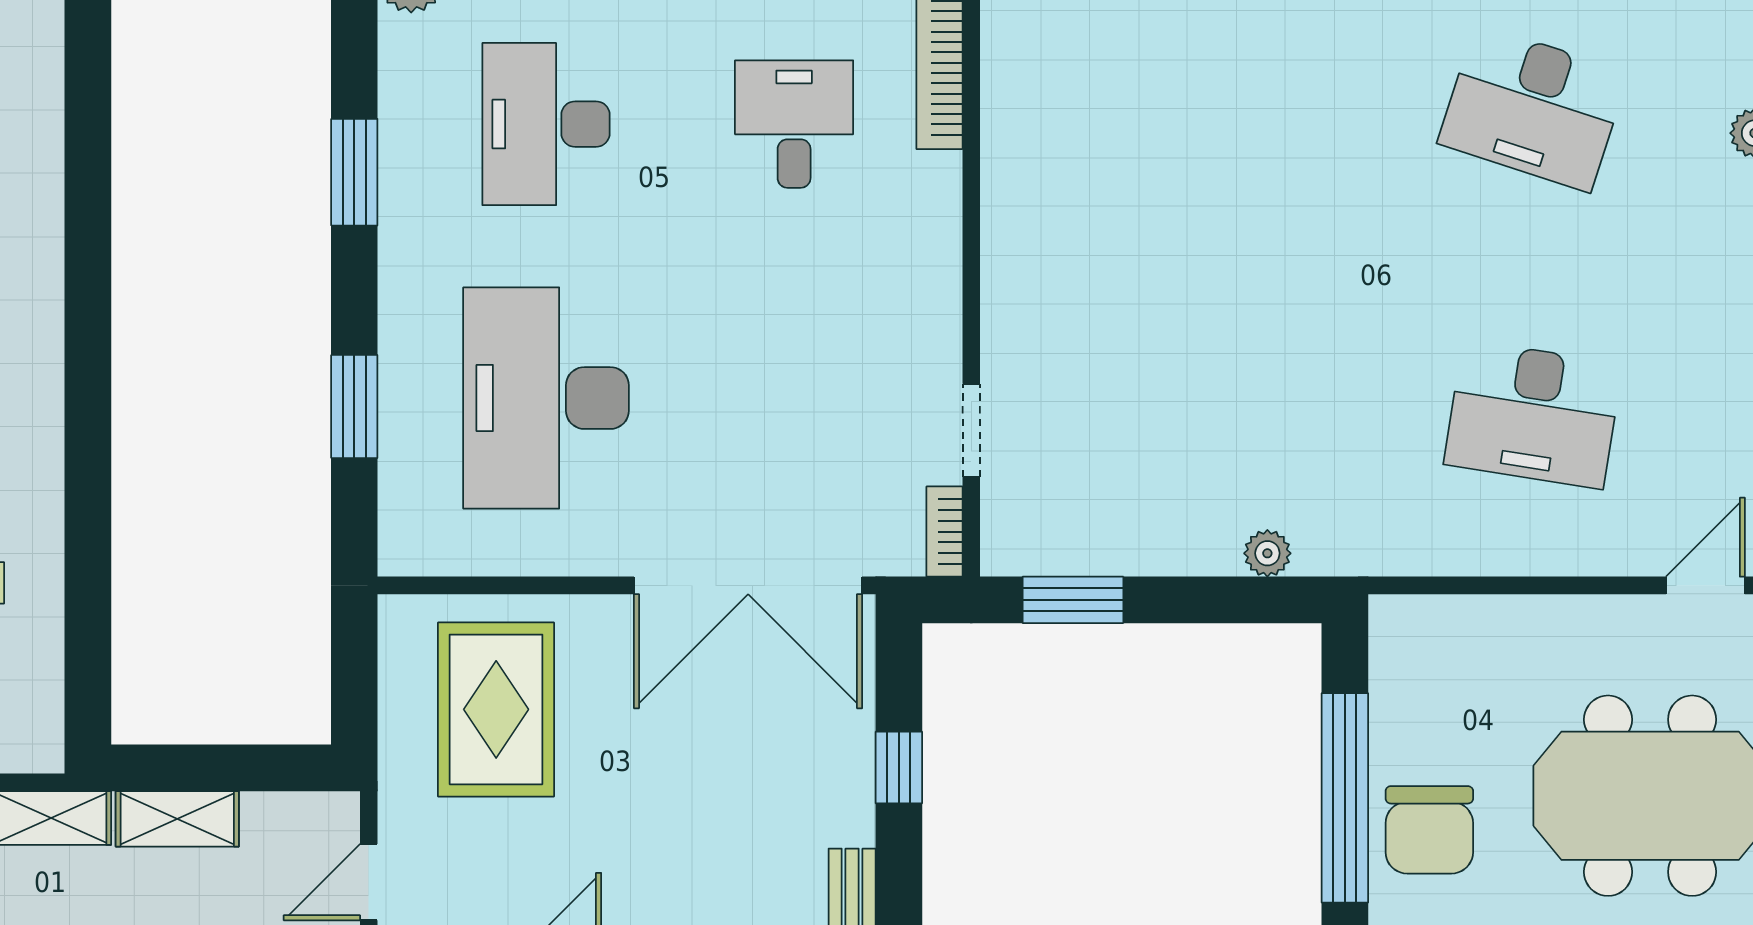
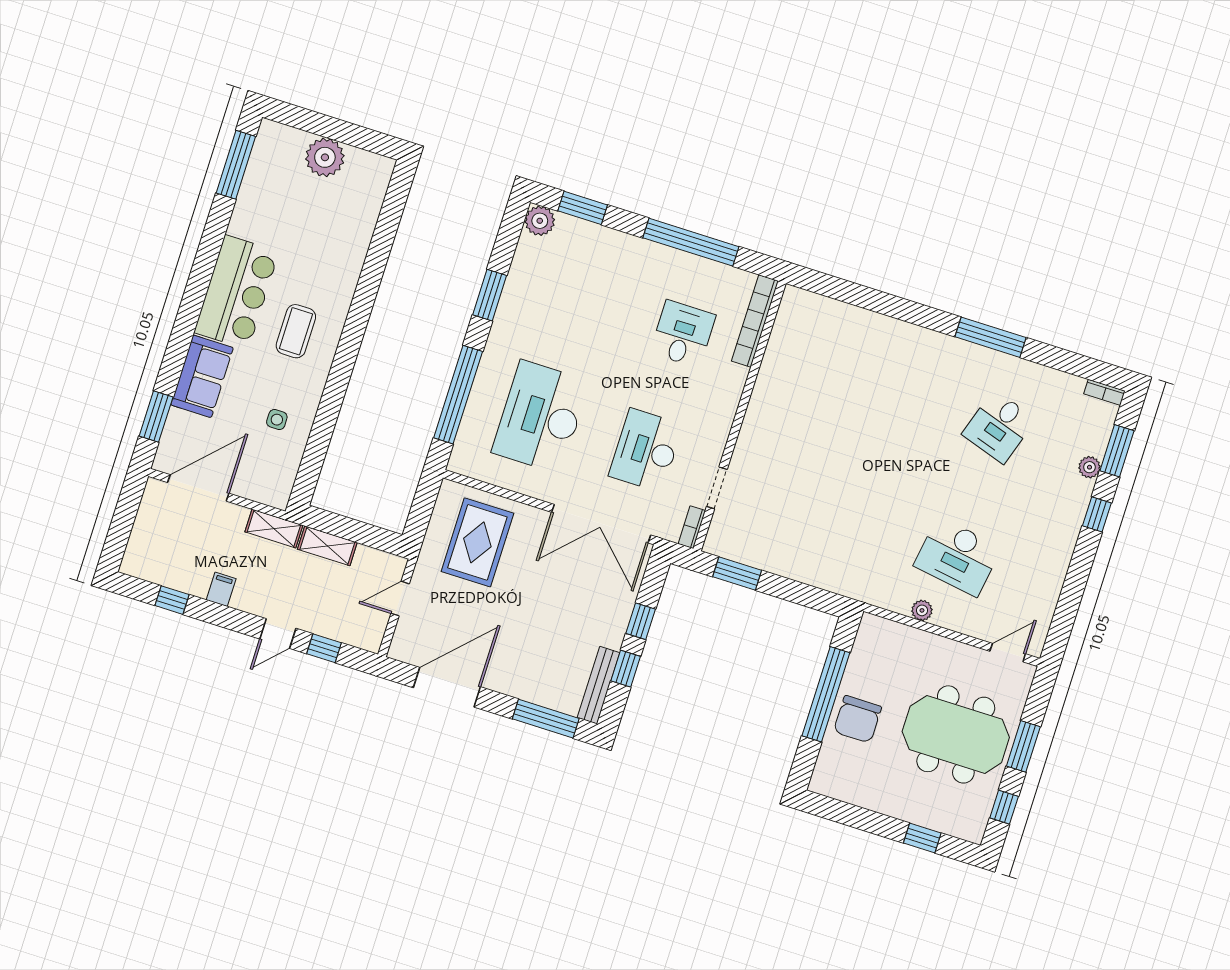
desk: (1533, 108) -> (999, 427), width x0.73
desk: (546, 124) -> (646, 450), moved
window: (354, 406) -> (458, 395), width x2.11
plant: (1267, 553) -> (922, 610), moved
window: (899, 879) -> (626, 669), added

